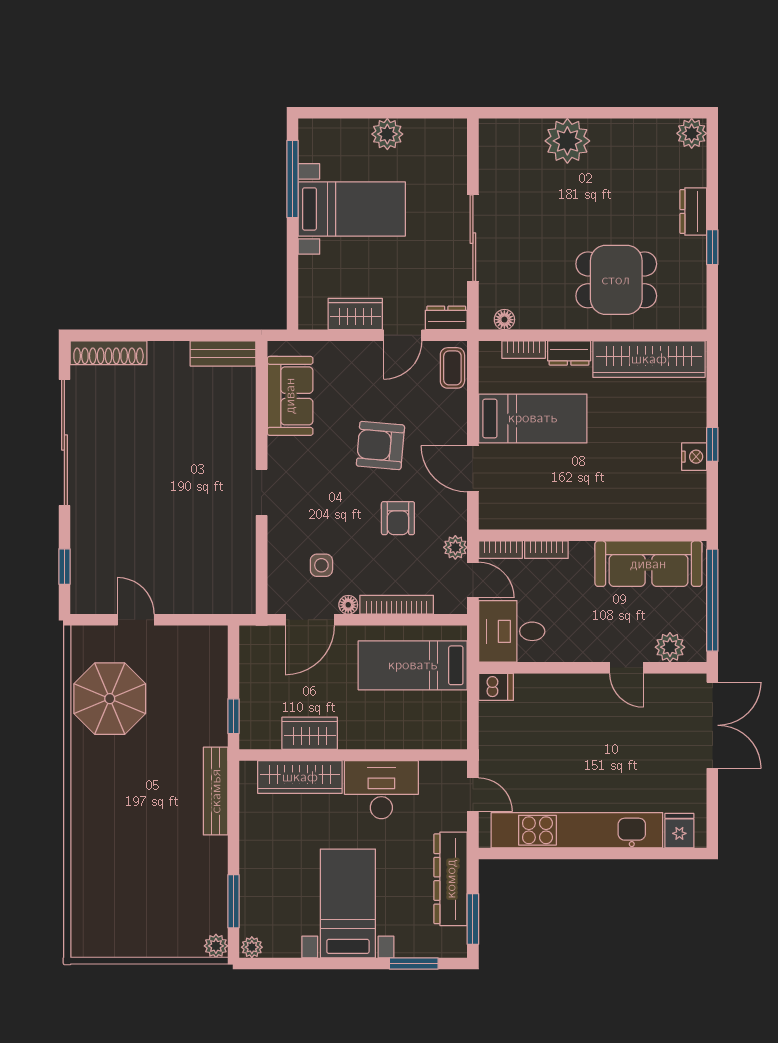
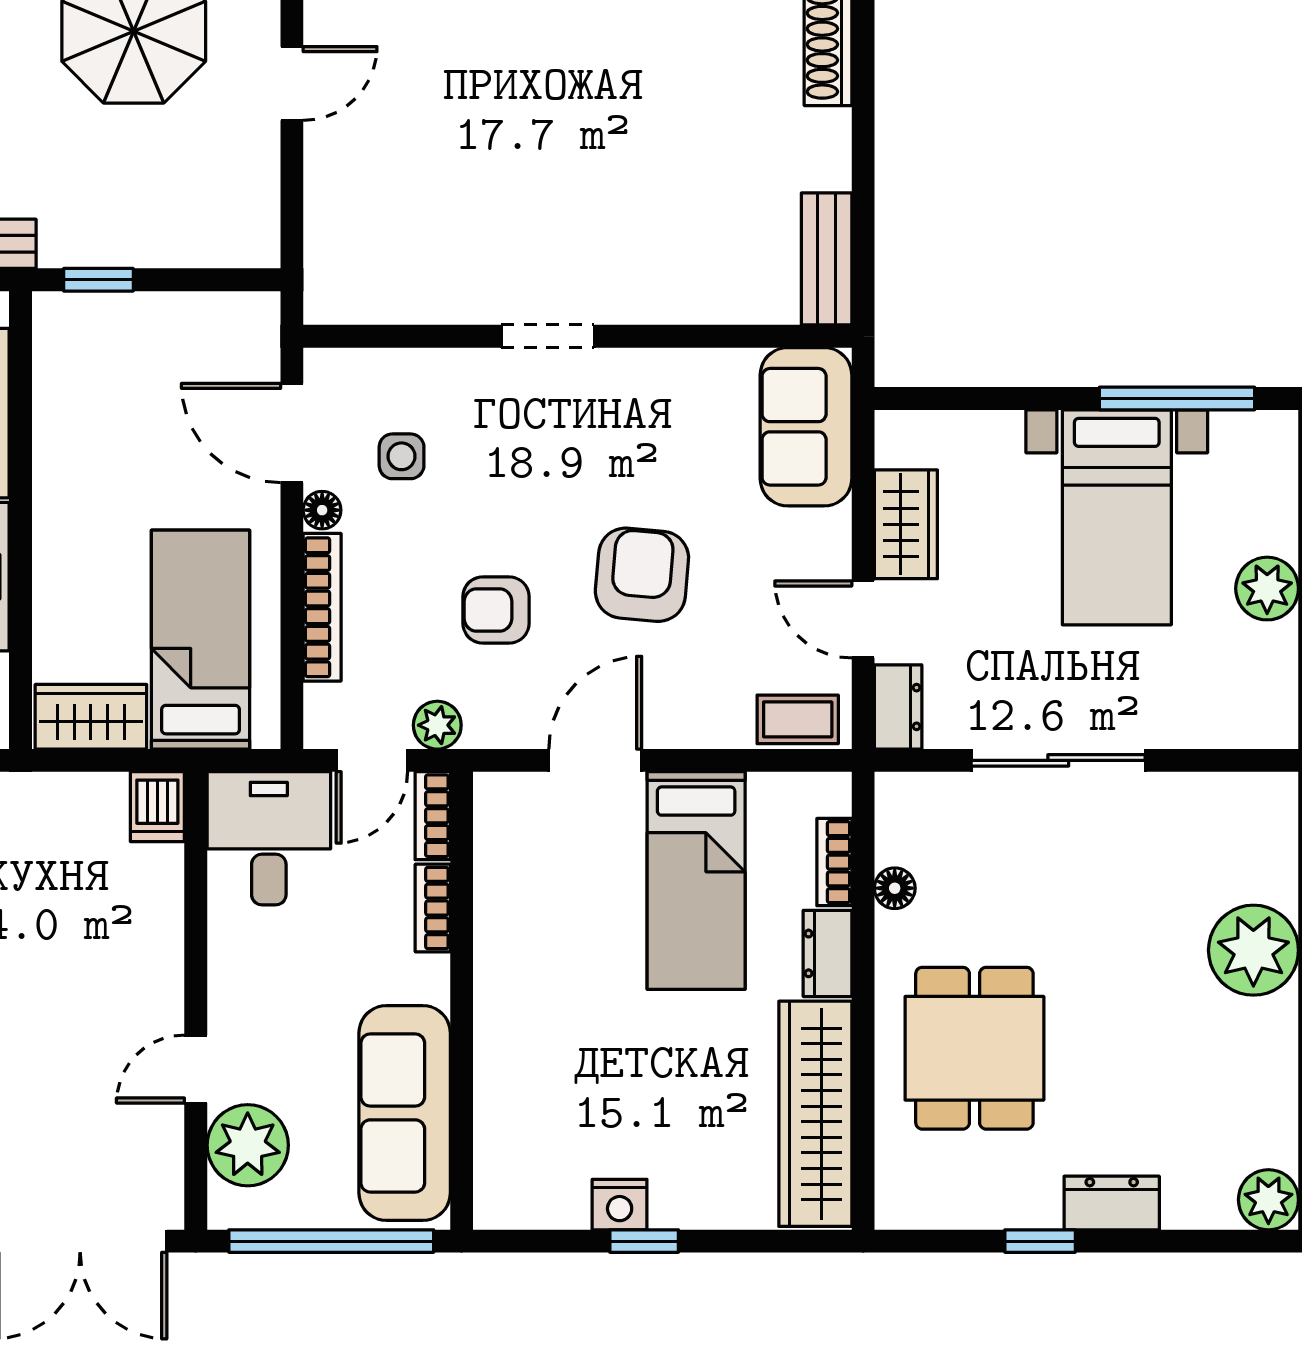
floor lamp: (504, 320) -> (895, 888), moved
sofa: (290, 396) -> (806, 427), moved, turned 90
plant: (670, 647) -> (248, 1145), width x1.36, depth x1.36
wardrobe: (310, 733) -> (91, 717), moved, turned -90

